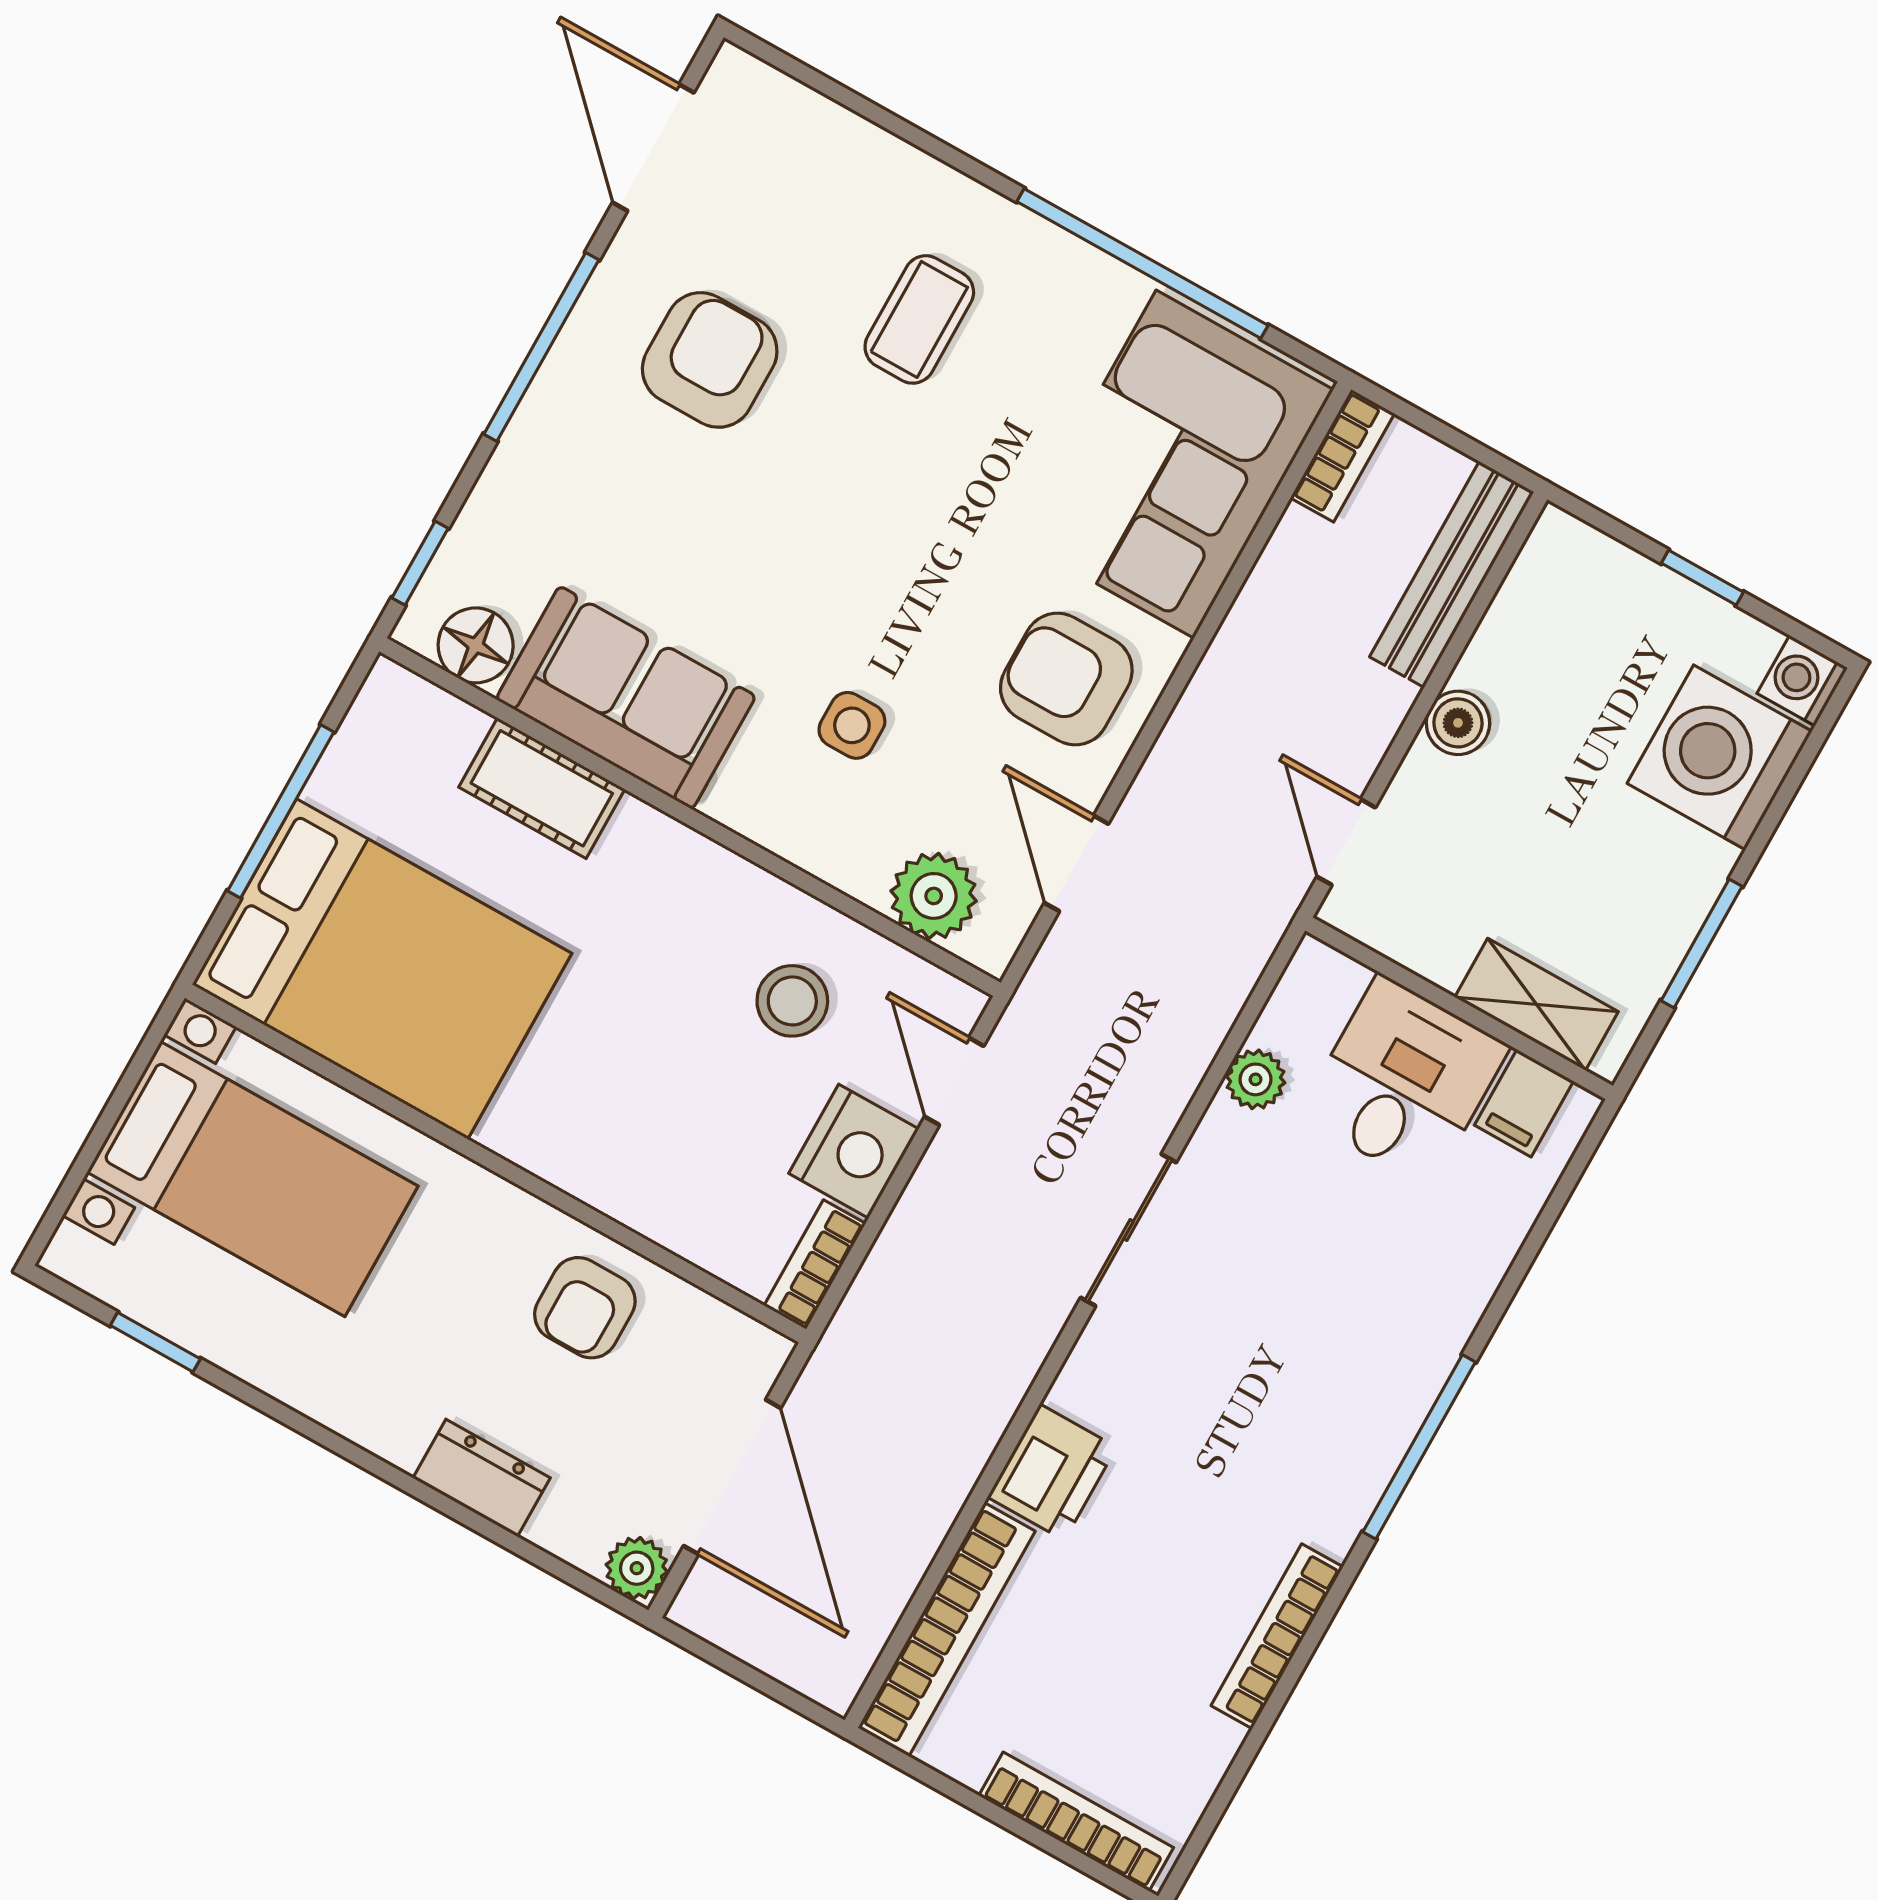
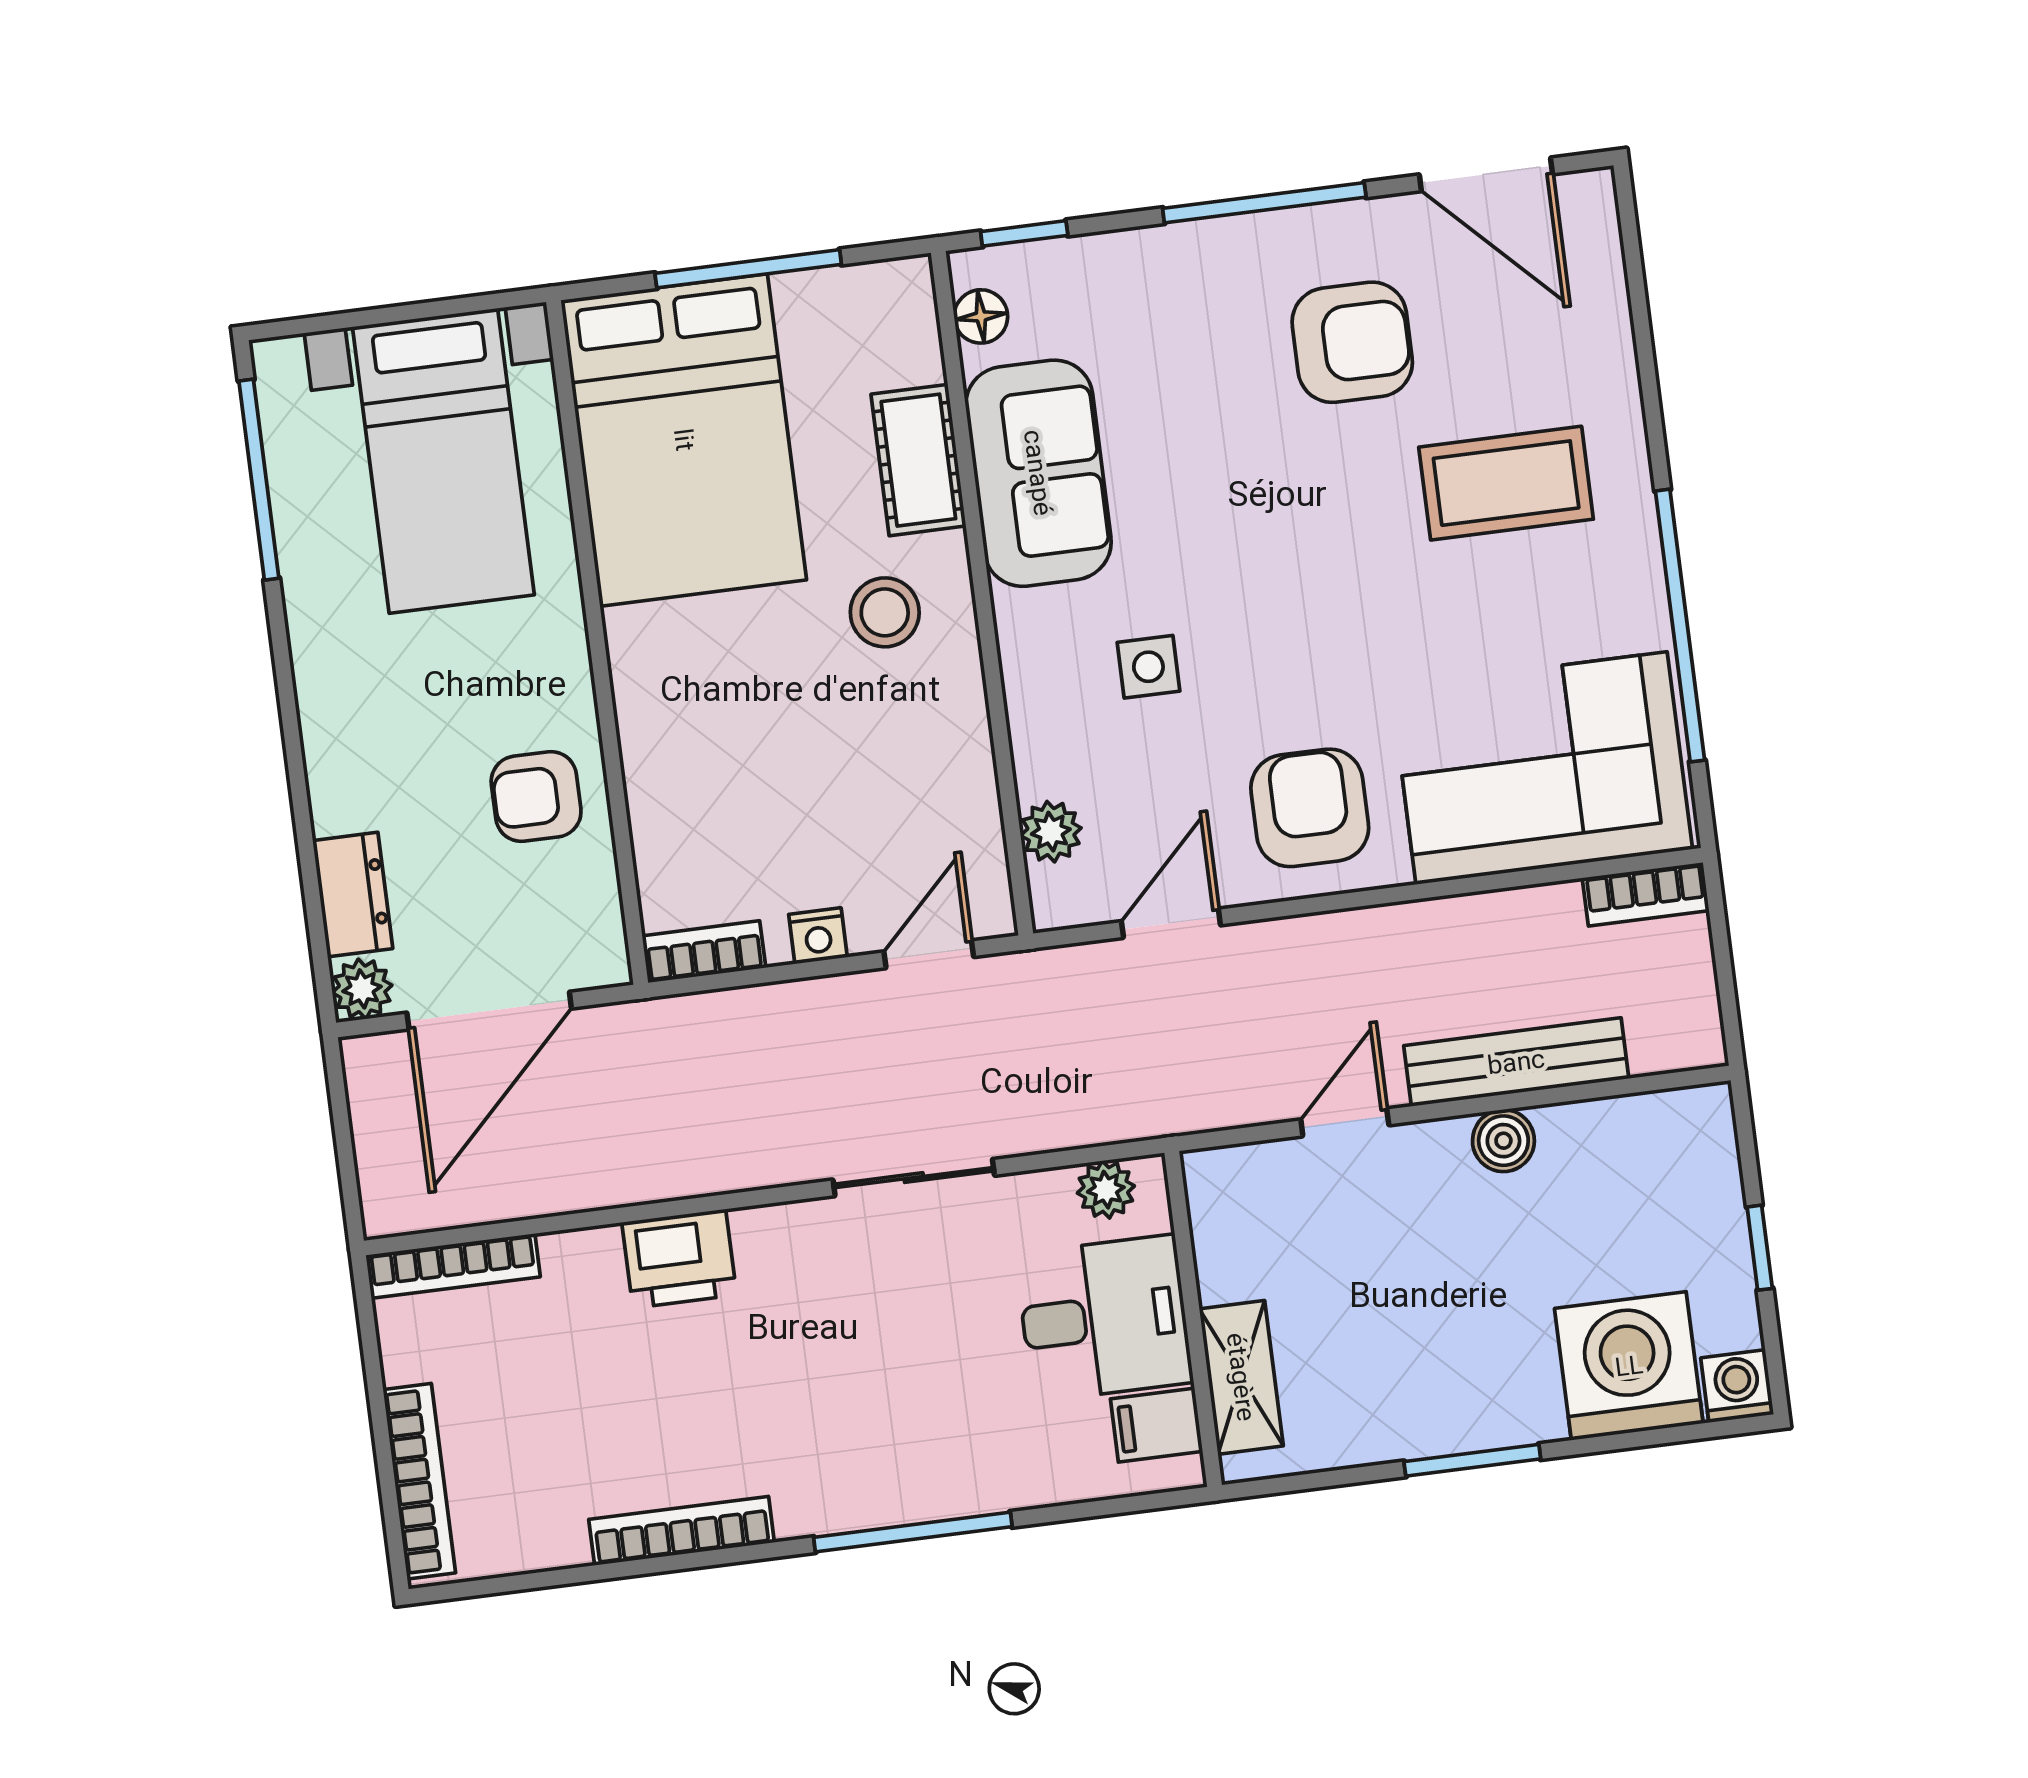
door: (653, 148) -> (1486, 174), swing flipped
coffee table: (919, 319) -> (1506, 483), width x1.36, depth x1.30
bench: (1452, 574) -> (1516, 1062), moved
floor lamp: (476, 645) -> (981, 316), width x0.73, depth x0.73
plant: (934, 896) -> (1051, 832), width x0.73, depth x0.73
stool: (792, 1001) -> (885, 612), moved
shelving: (1536, 1004) -> (1241, 1377), moved
wall: (1459, 1008) -> (1193, 1319), moved
desk: (1404, 1081) -> (1104, 1318), moved
filing cabinet: (1524, 1103) -> (1156, 1425), moved
nightstand: (854, 1151) -> (818, 936), width x0.53, depth x0.56
window: (155, 1342) -> (259, 480), width x2.17
dresser: (482, 1478) -> (353, 895), moved
bookcase: (947, 1629) -> (453, 1266), width x0.68, depth x0.76

